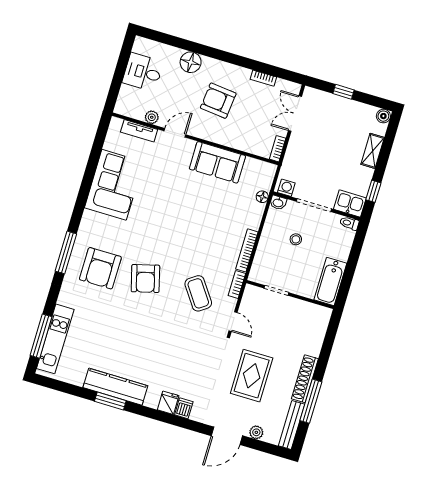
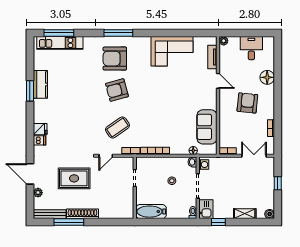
plant: (152, 117) -> (224, 41), moved
sofa: (217, 162) -> (207, 127), moved
kitchen counter: (115, 387) -> (40, 84), width x0.67

